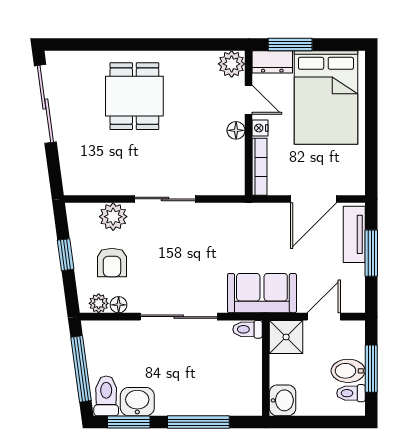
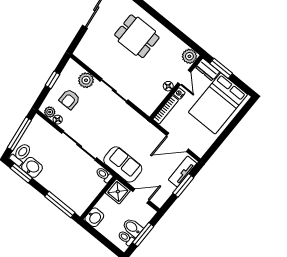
dining table: (134, 96) -> (137, 36), turned 90
window: (198, 422) -> (60, 205), moved

